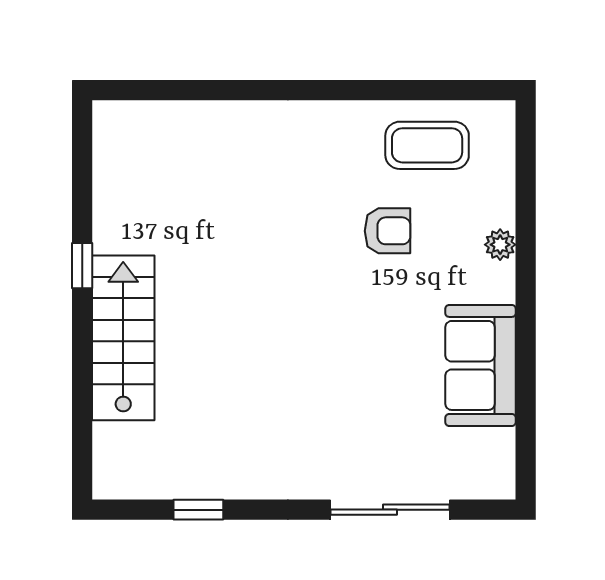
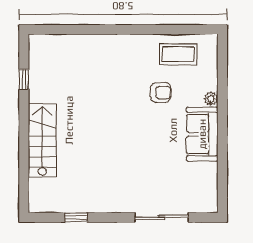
window: (82, 266) -> (24, 80), moved
sofa: (481, 365) -> (202, 134), moved

